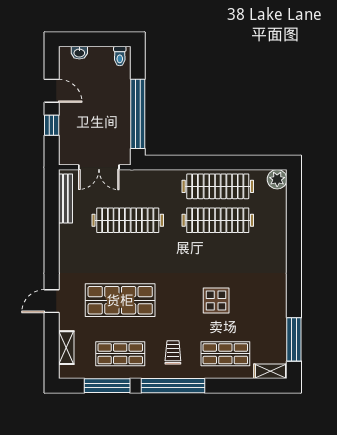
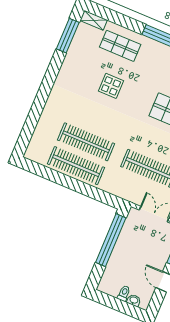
toilet: (120, 56) -> (124, 293), moved
plant: (277, 179) -> (32, 153), removed
trolley: (173, 352) -> (157, 62), removed

